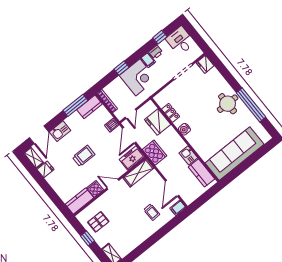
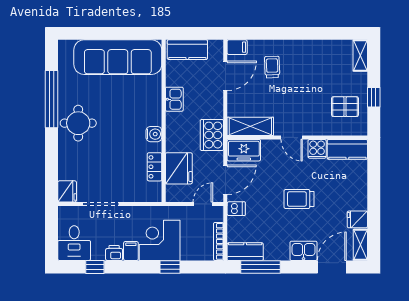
kitchen counter: (202, 173) -> (187, 50), moved, turned 90

